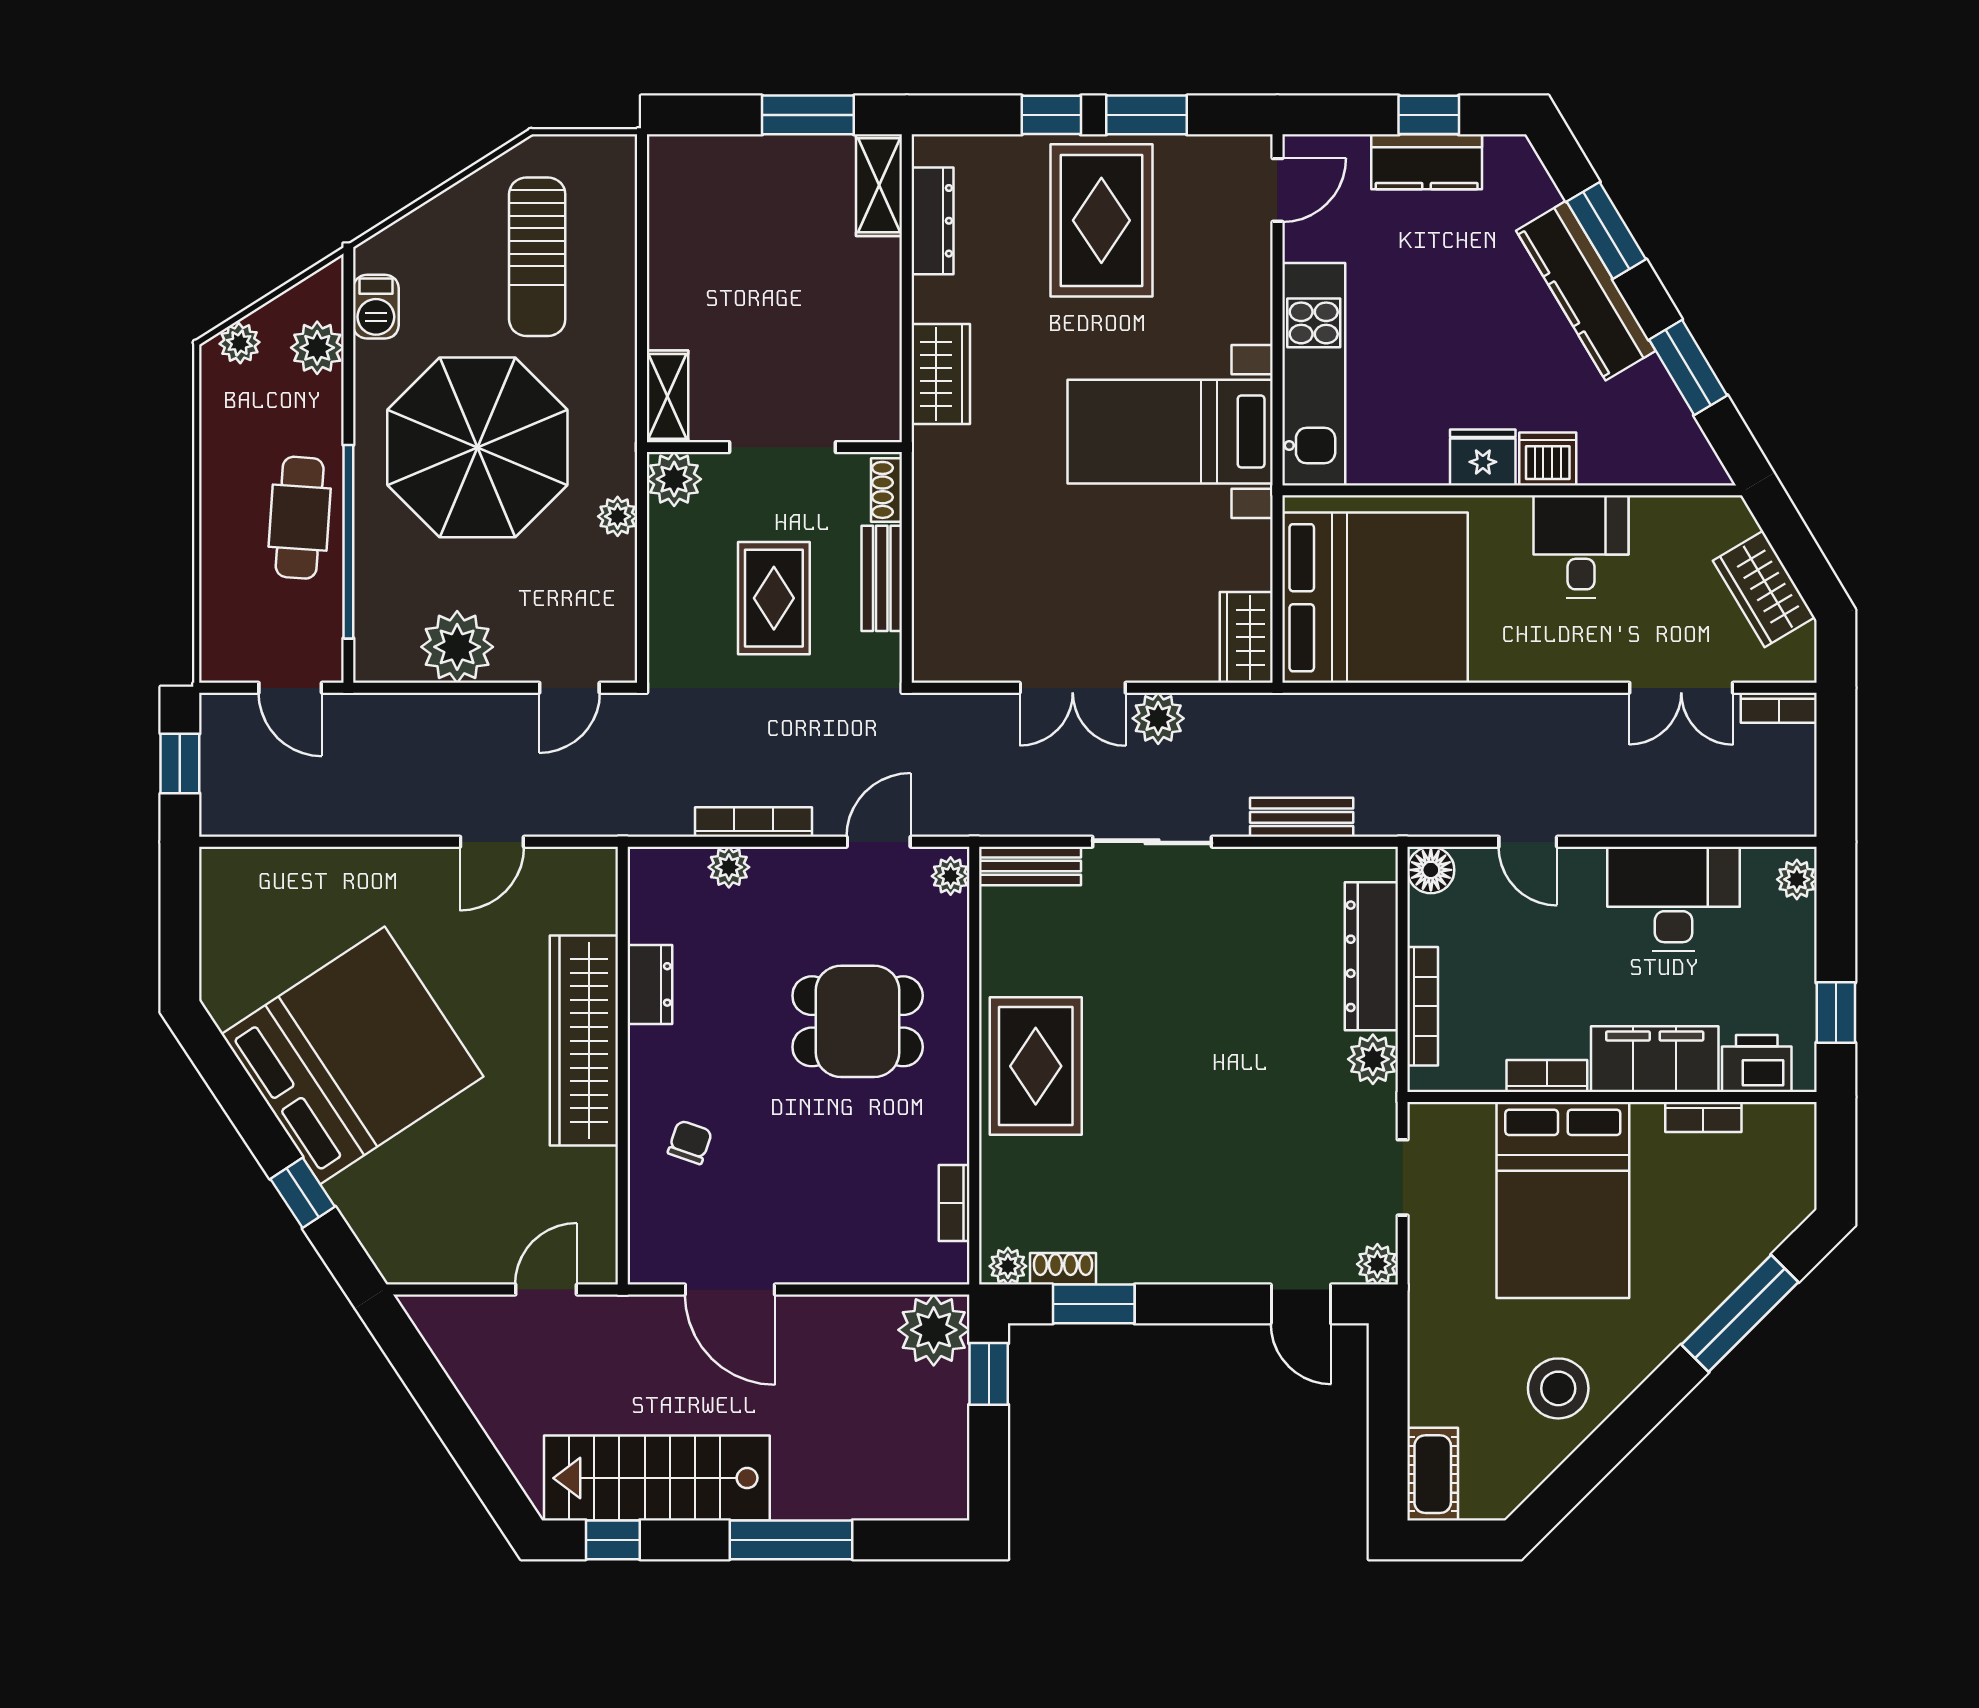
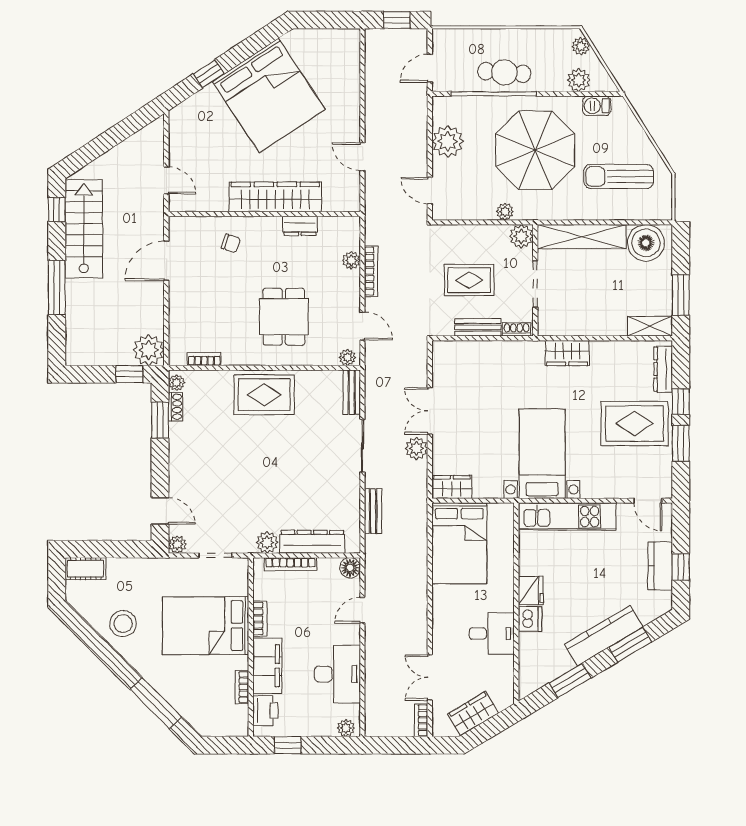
boiler: (689, 194) -> (646, 243), added
dresser: (933, 221) -> (663, 369), moved, turned 90
shelving: (668, 396) -> (582, 237), width x2.20, depth x1.33
bed: (1375, 598) -> (459, 543), width x0.73
door: (1301, 1304) -> (160, 511), swing flipped

